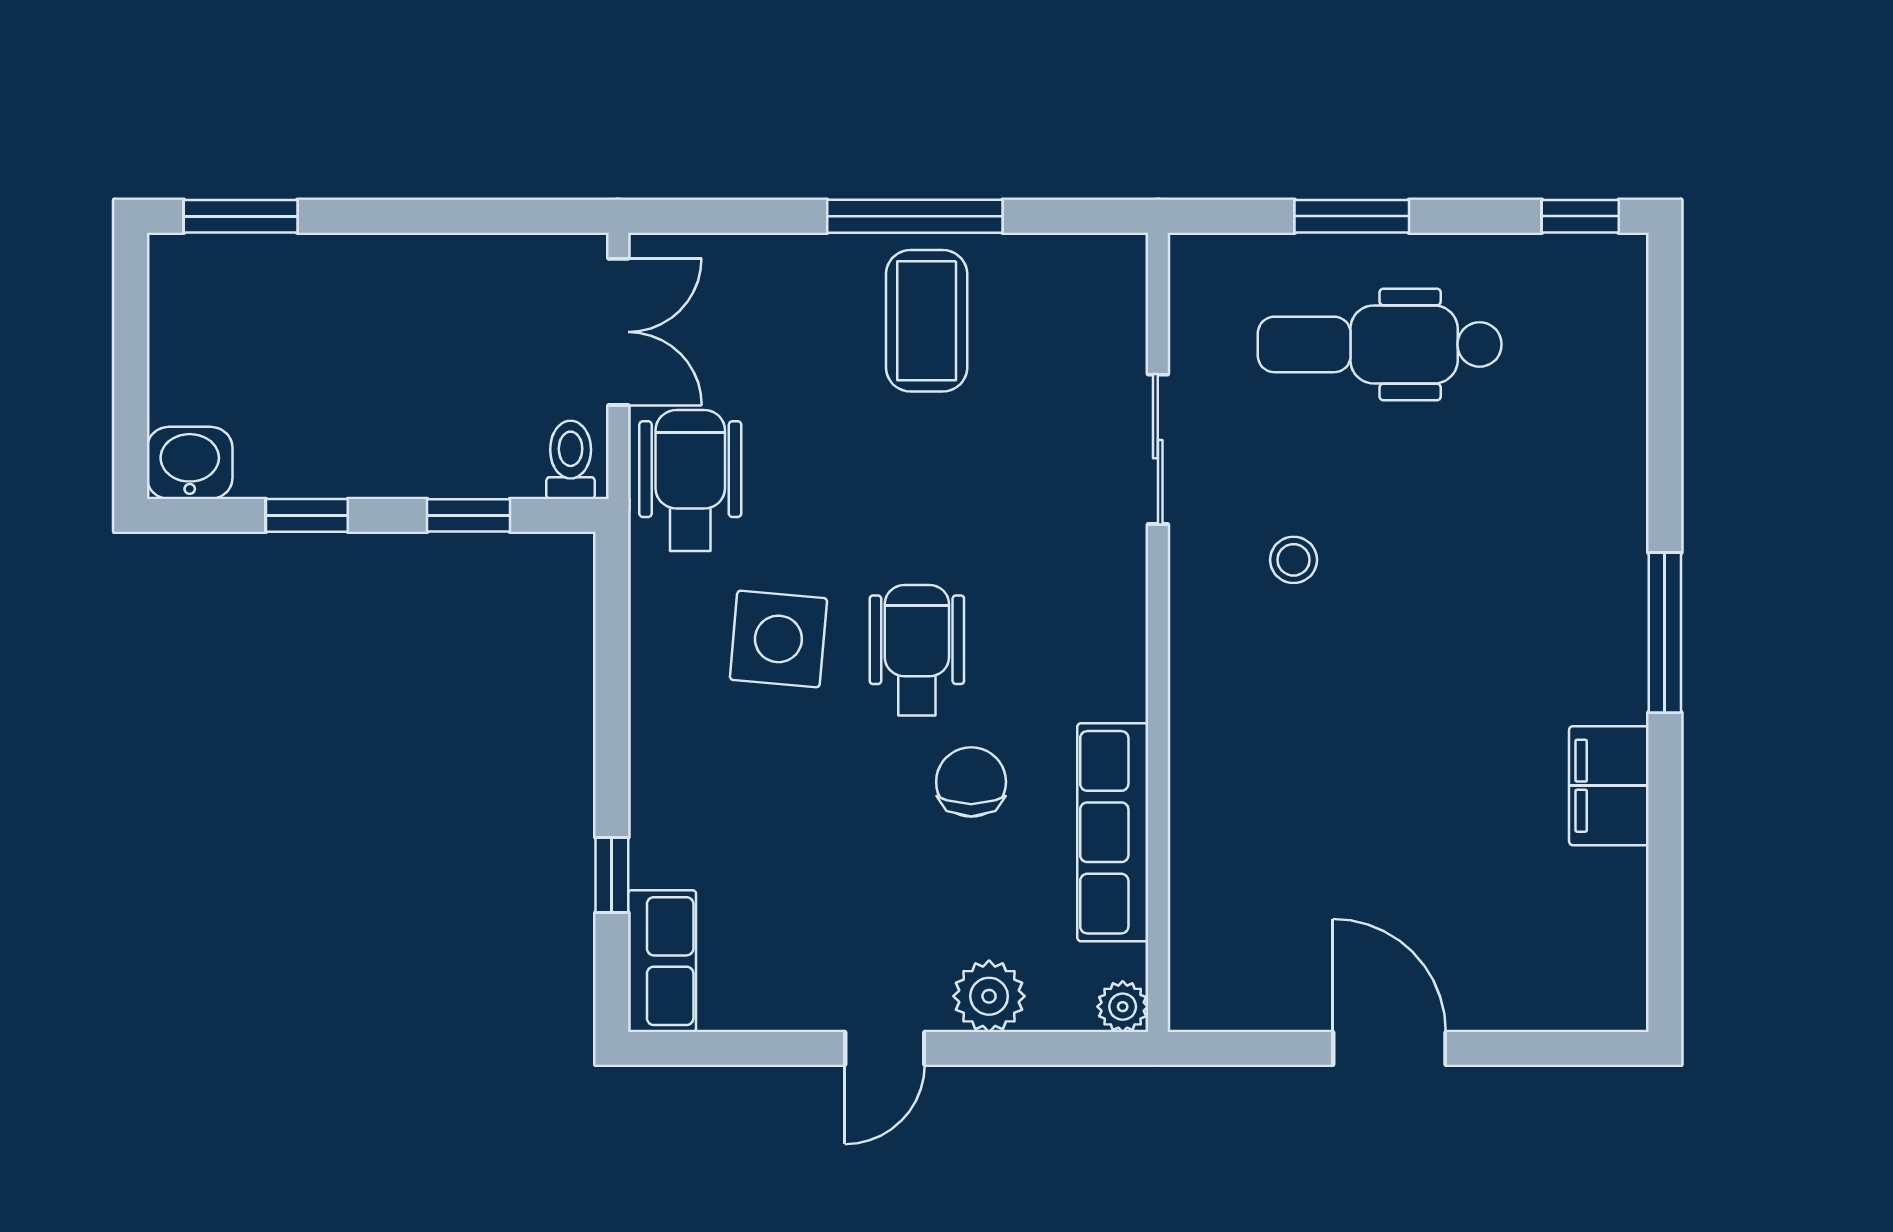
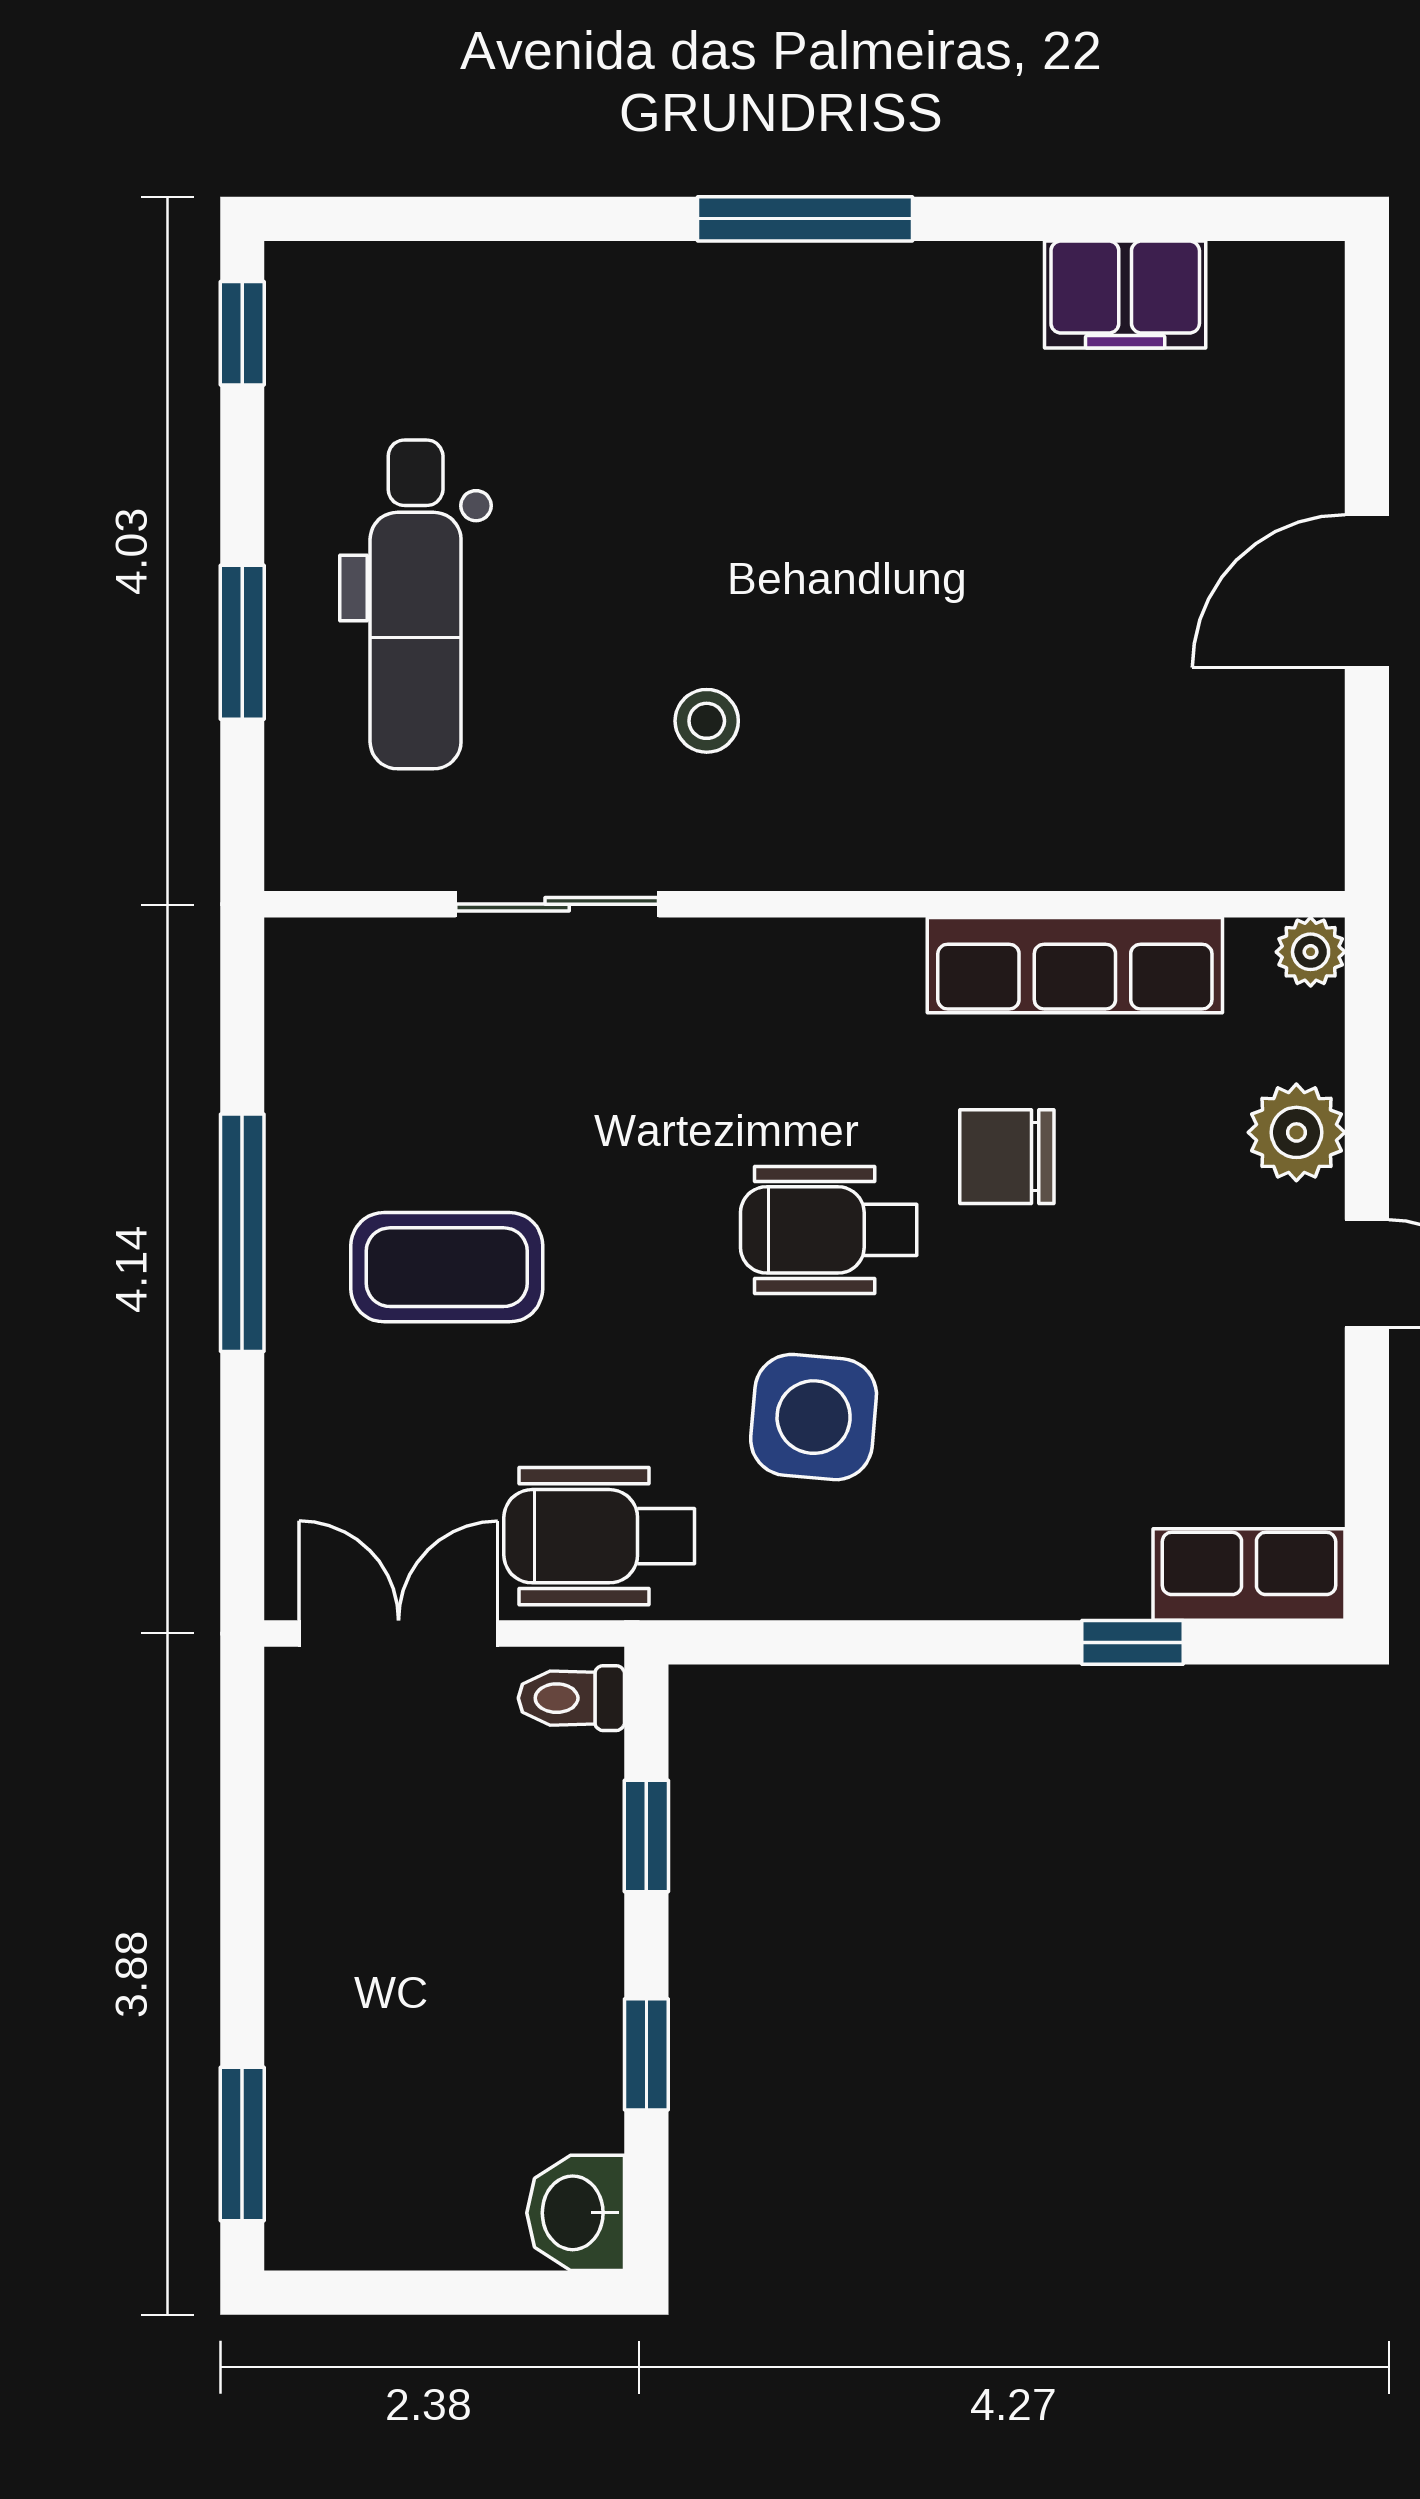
coffee table: (927, 321) -> (447, 1267), moved
filing cabinet: (1609, 786) -> (1125, 295), moved

